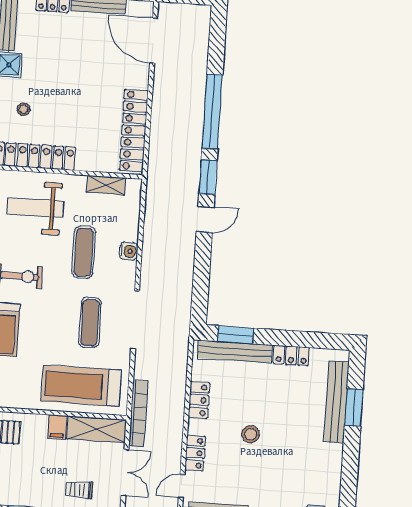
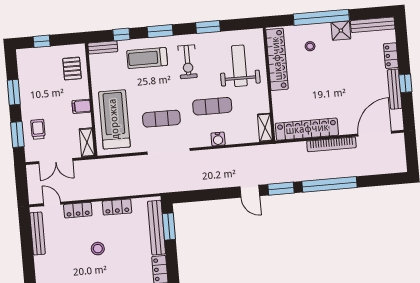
shelving: (106, 185) -> (265, 128), moved
bookcase: (138, 413) -> (331, 144), moved
shelving: (97, 429) -> (87, 142), width x0.67, depth x0.75

